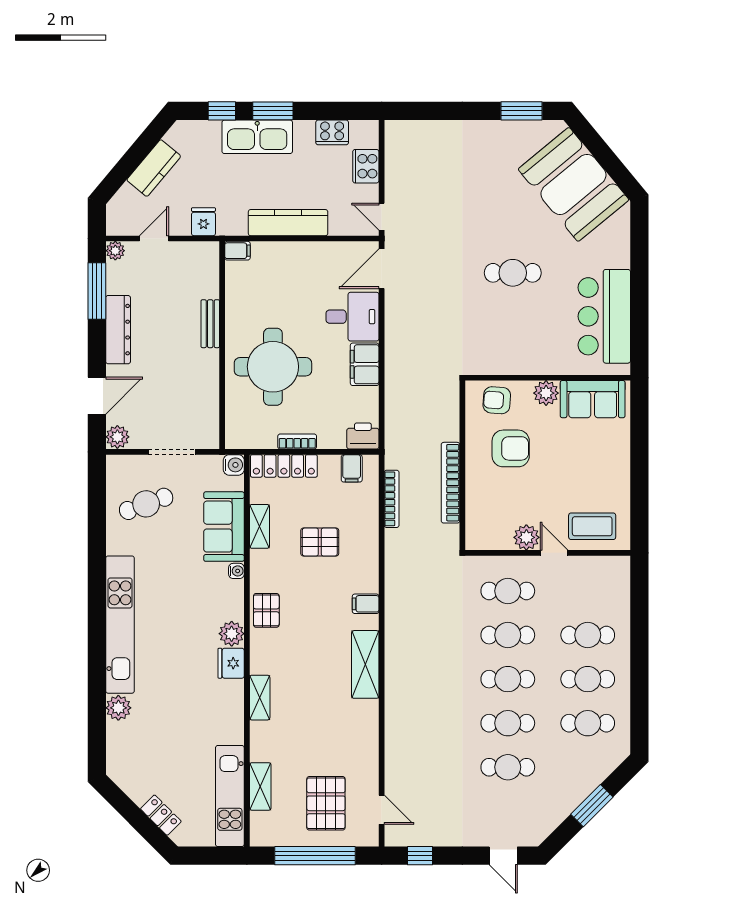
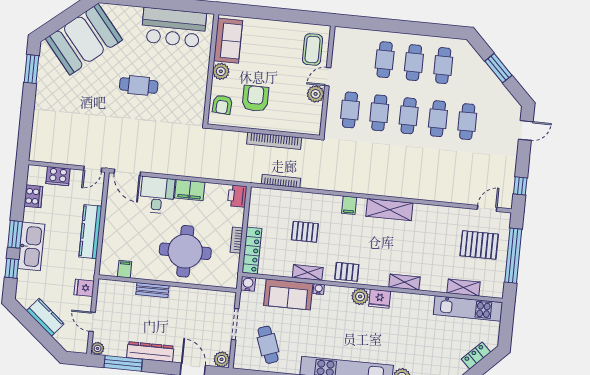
filing cabinet: (237, 251) -> (125, 269), moved
cafe table: (513, 273) -> (139, 85), turned 90
filing cabinet: (352, 468) -> (258, 206), removed
shelving: (259, 526) -> (308, 273), moved
pallet: (320, 542) -> (305, 232), turned 90

